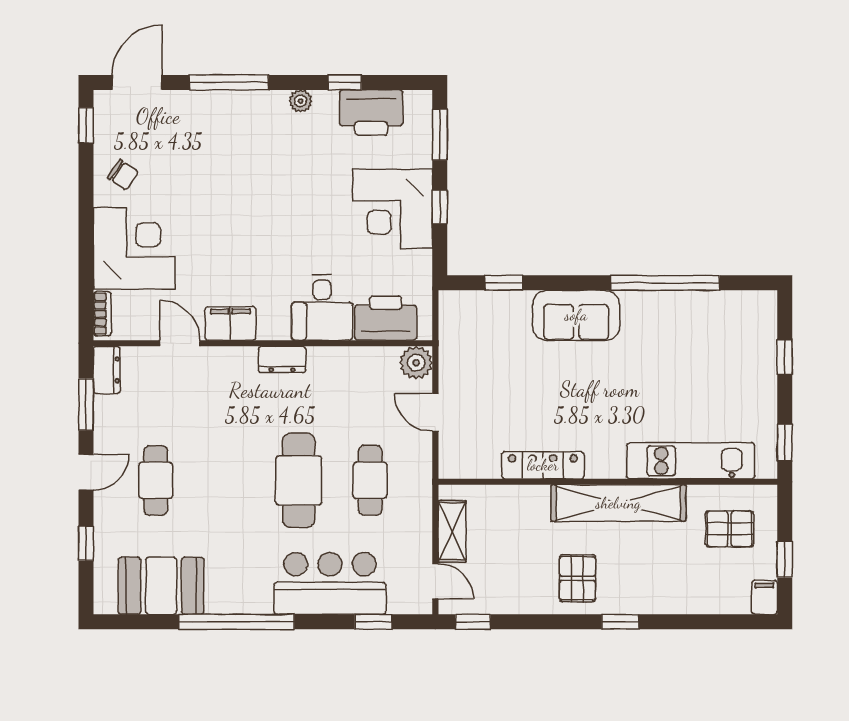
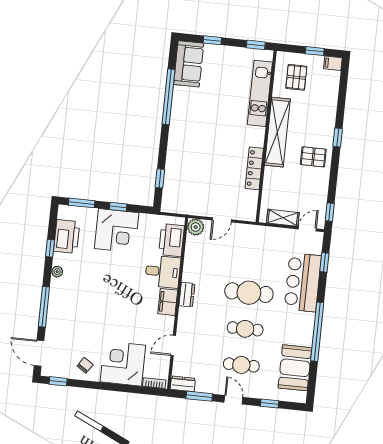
sofa: (576, 315) -> (189, 64), moved
filing cabinet: (230, 323) -> (168, 302), moved
cafe table: (370, 480) -> (245, 329), moved

